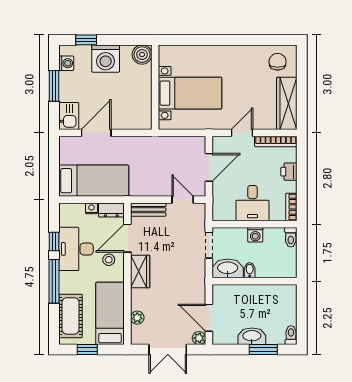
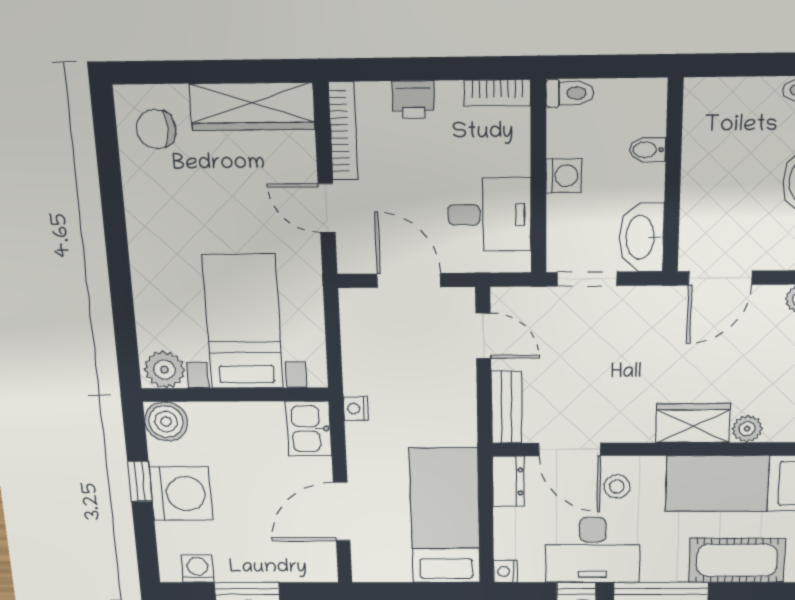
window: (86, 40) -> (140, 481), moved
plant: (167, 56) -> (165, 370), added
kitchen sink: (69, 116) -> (309, 429), moved, turned -90
door: (96, 133) -> (342, 512), hinge flipped
nightstand: (148, 141) -> (356, 409), added
door: (183, 200) -> (483, 336), swing flipped
desk: (252, 203) -> (490, 215), moved
nightstand: (91, 208) -> (505, 571), moved
bidet: (250, 270) -> (647, 150), moved
wardrobe: (140, 271) -> (693, 423), moved
door: (209, 318) -> (720, 278), moved

